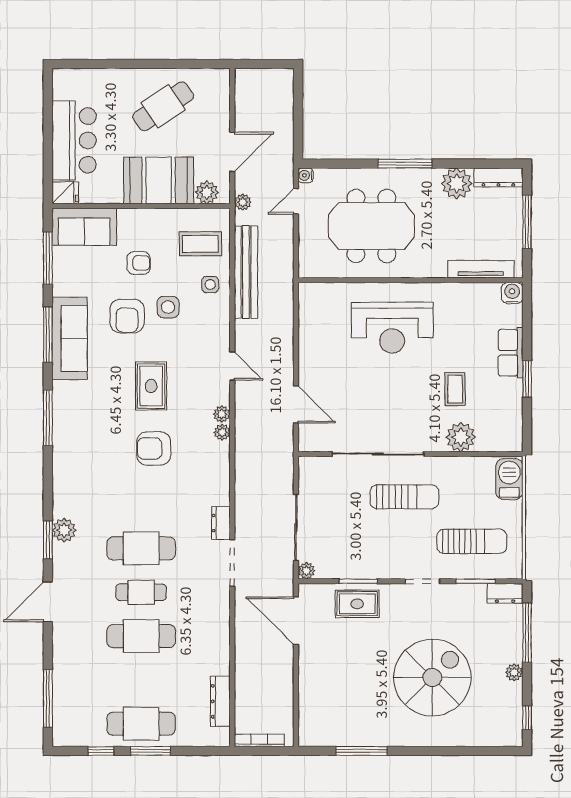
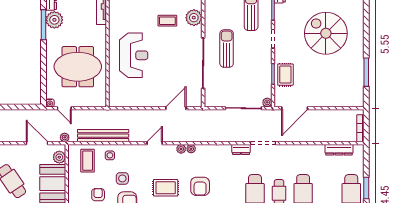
window: (405, 164) -> (43, 25), moved
meeting table: (371, 226) -> (78, 67), turned 90

